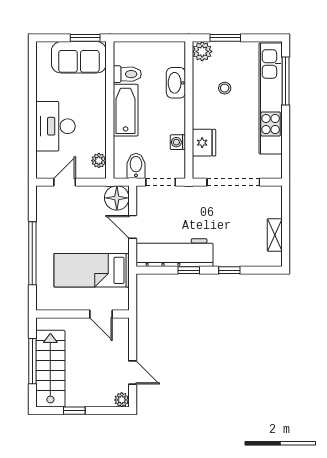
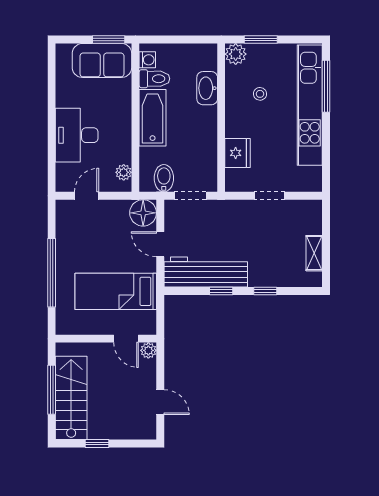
washing machine: (178, 142) -> (147, 60), moved, turned 180
doorway: (233, 182) -> (269, 196), width x0.53
plant: (122, 400) -> (148, 350), moved

